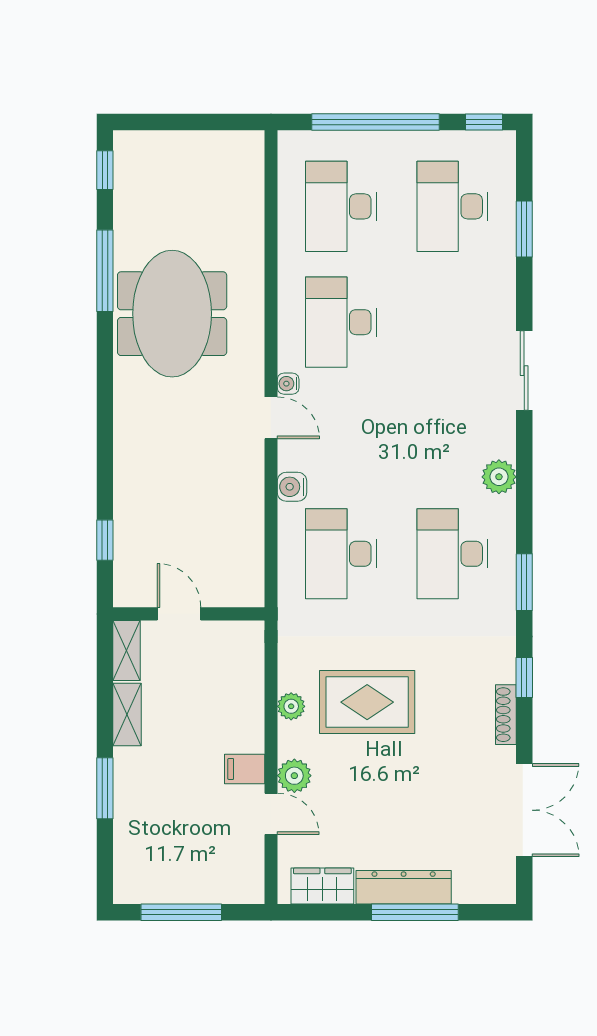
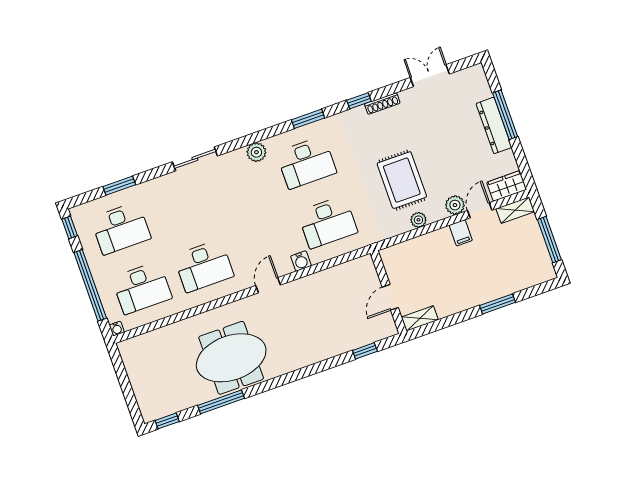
water cooler: (288, 384) -> (117, 329), moved
shelving: (127, 715) -> (515, 210), moved
double door: (524, 810) -> (430, 76), width x0.73
wardrobe: (322, 886) -> (507, 186), moved, turned 90

